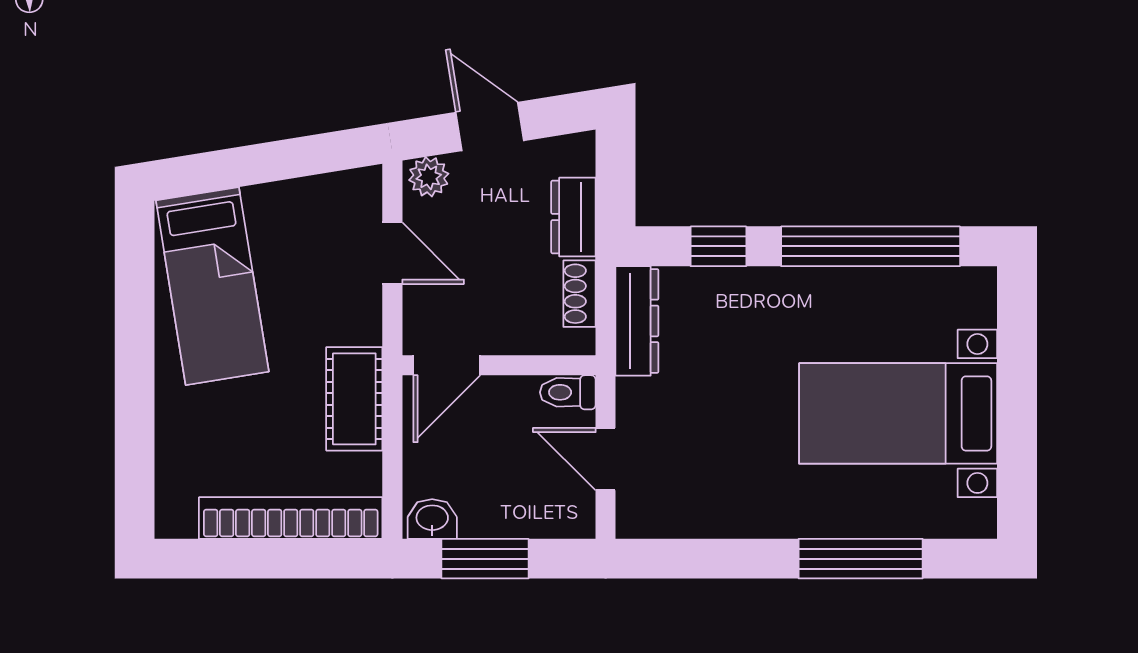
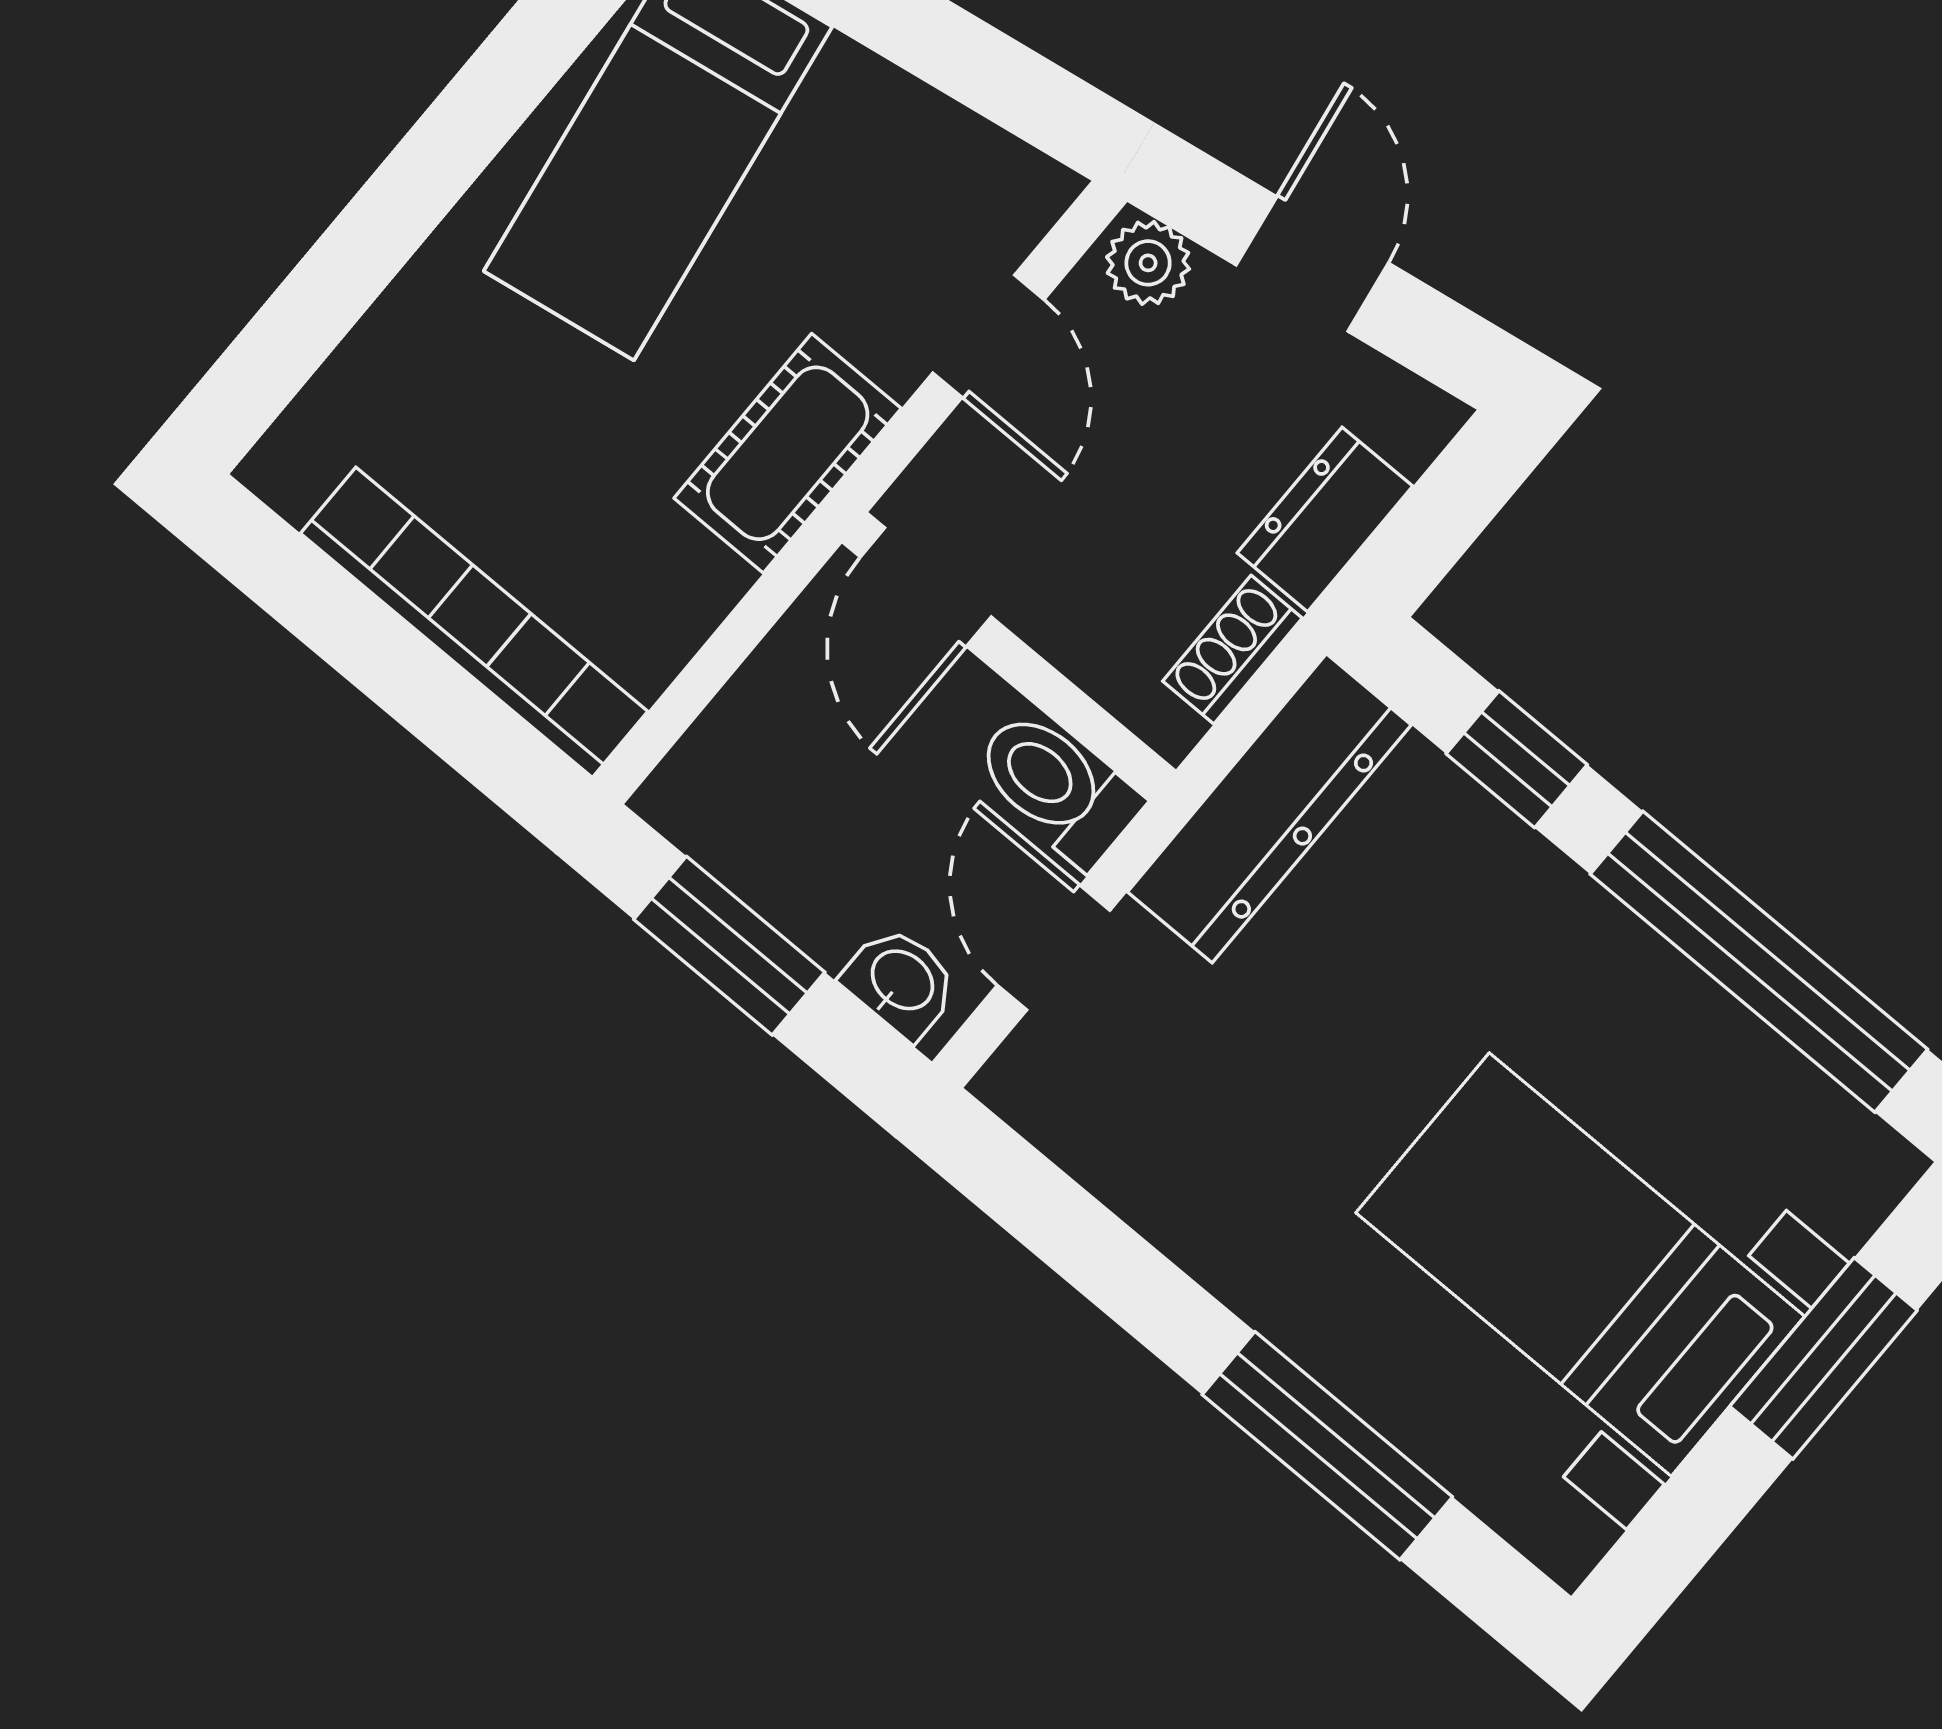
dresser: (637, 321) -> (1269, 808), width x1.37, depth x1.24
door: (447, 365) -> (926, 587), hinge flipped
window: (1017, 373) -> (1824, 1358), added
toilet: (568, 392) -> (1057, 787), width x1.37, depth x1.39
cot: (354, 399) -> (788, 453), moved
washbasin: (432, 519) -> (901, 982), moved

